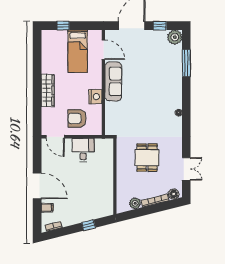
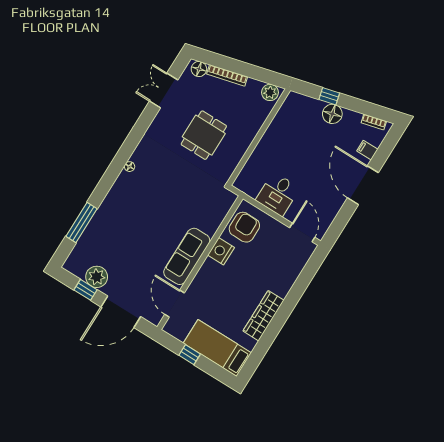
window: (63, 26) -> (190, 355), moved
plant: (175, 37) -> (97, 277), moved
bed: (78, 51) -> (217, 348), moved, turned -90
wardrobe: (48, 90) -> (263, 316), moved
armchair: (77, 118) -> (244, 227), moved, turned -90
plant: (135, 203) -> (270, 92), moved
floor lamp: (80, 216) -> (332, 114), added

